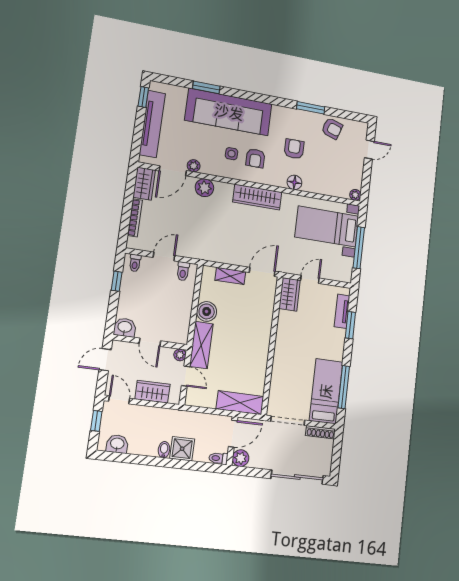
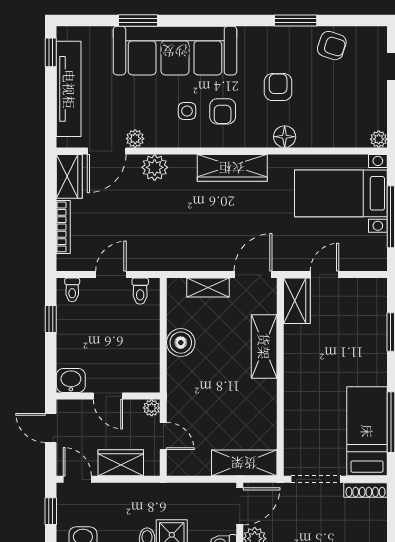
tv unit: (342, 311) -> (378, 314), removed
shelving: (201, 345) -> (264, 346), moved
door: (105, 360) -> (51, 428), hinge flipped

